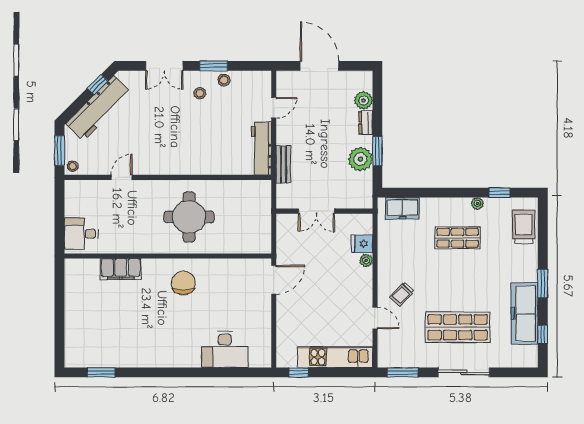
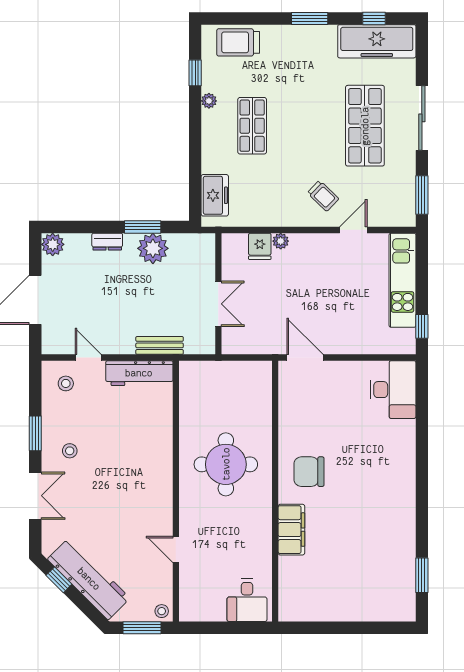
stool: (224, 80) -> (66, 383), moved
plant: (363, 100) -> (53, 244), moved
filing cabinet: (121, 269) -> (291, 530), moved
freezer: (525, 313) -> (377, 41), moved
desk: (225, 350) -> (393, 390), moved

